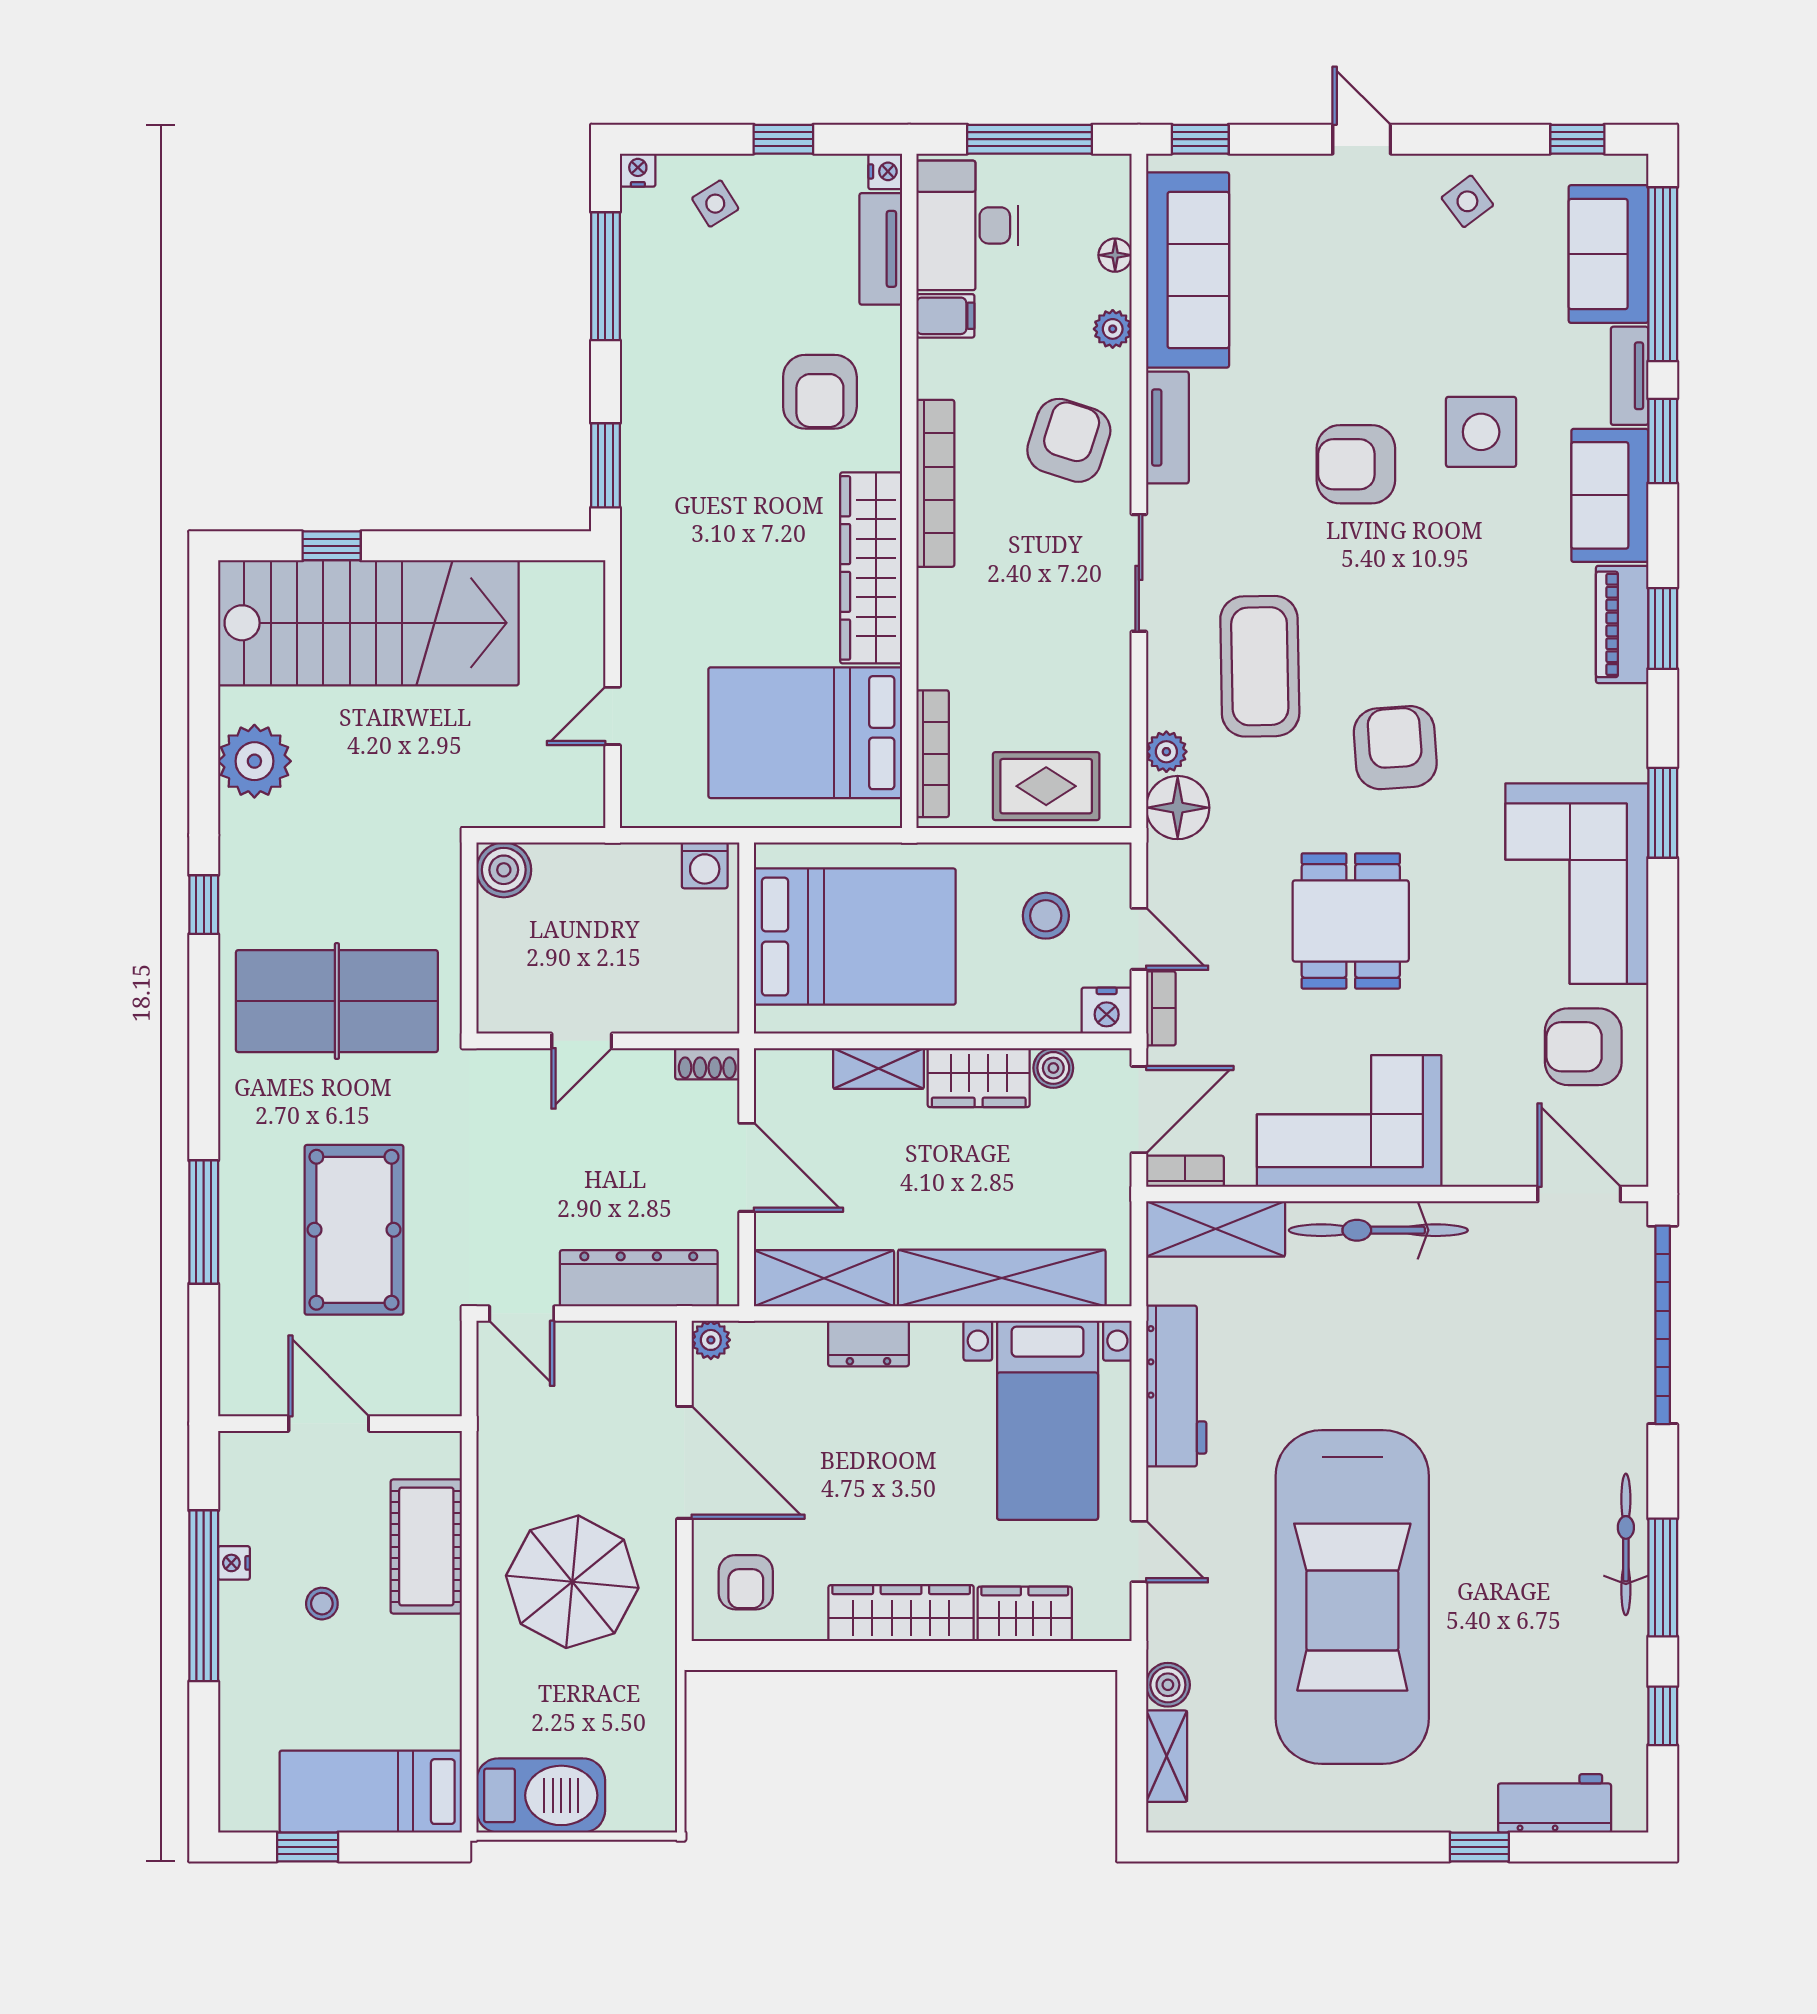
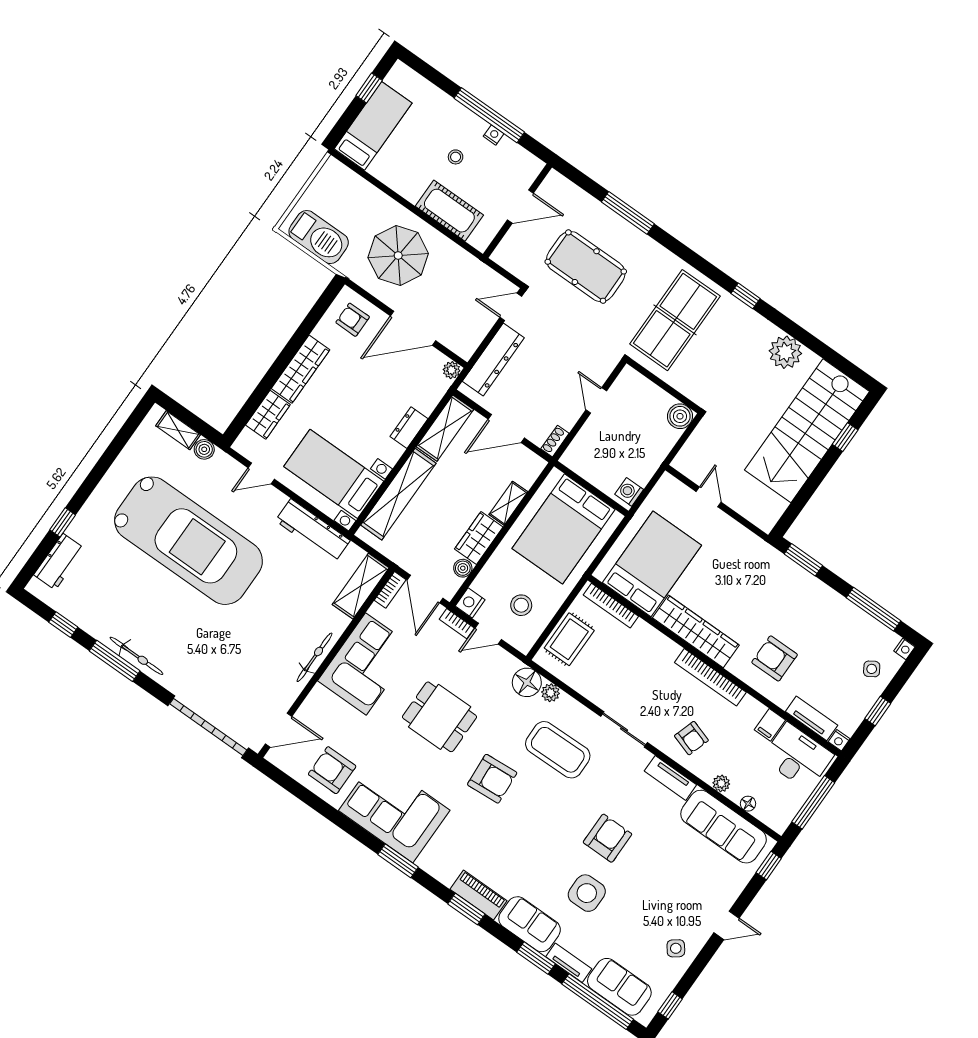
armchair: (1069, 440) -> (691, 738), width x0.72, depth x0.72
armchair: (1583, 1047) -> (332, 770), turned -90
bicycle: (1378, 1230) -> (314, 657), width x0.73, depth x0.71
car: (1352, 1597) -> (188, 541), turned 180
barbecue: (541, 1795) -> (319, 237), moved, turned -90

